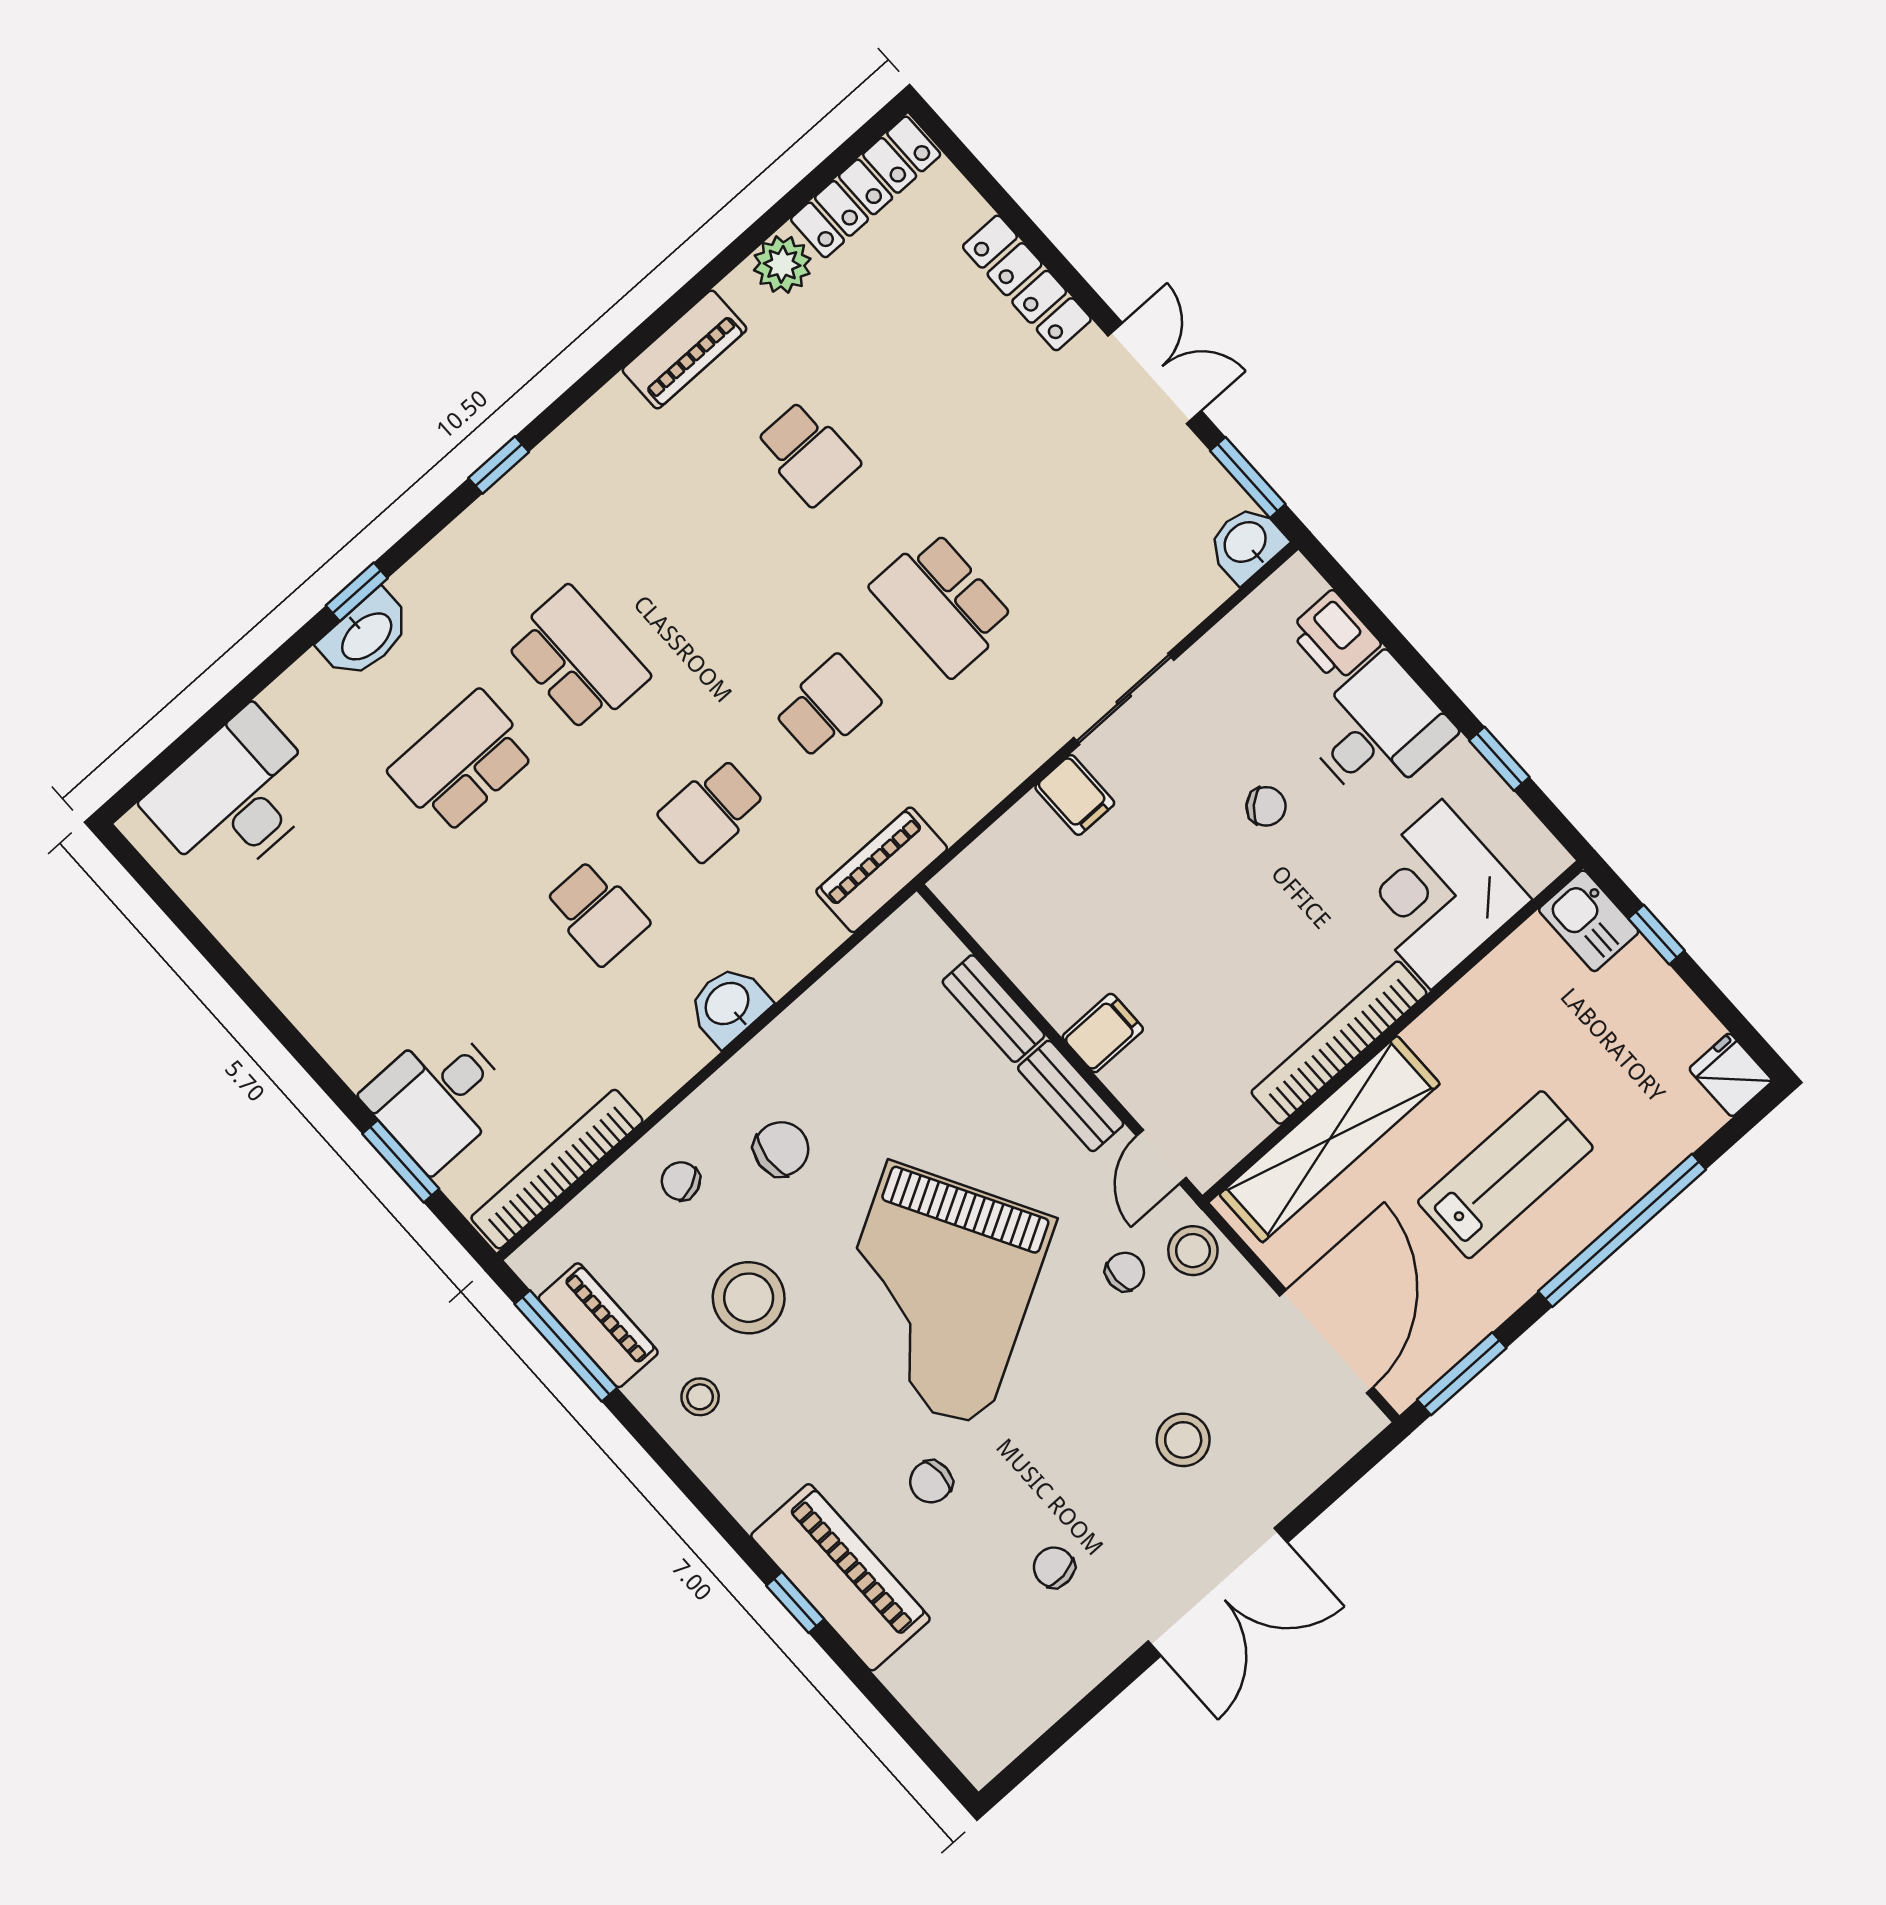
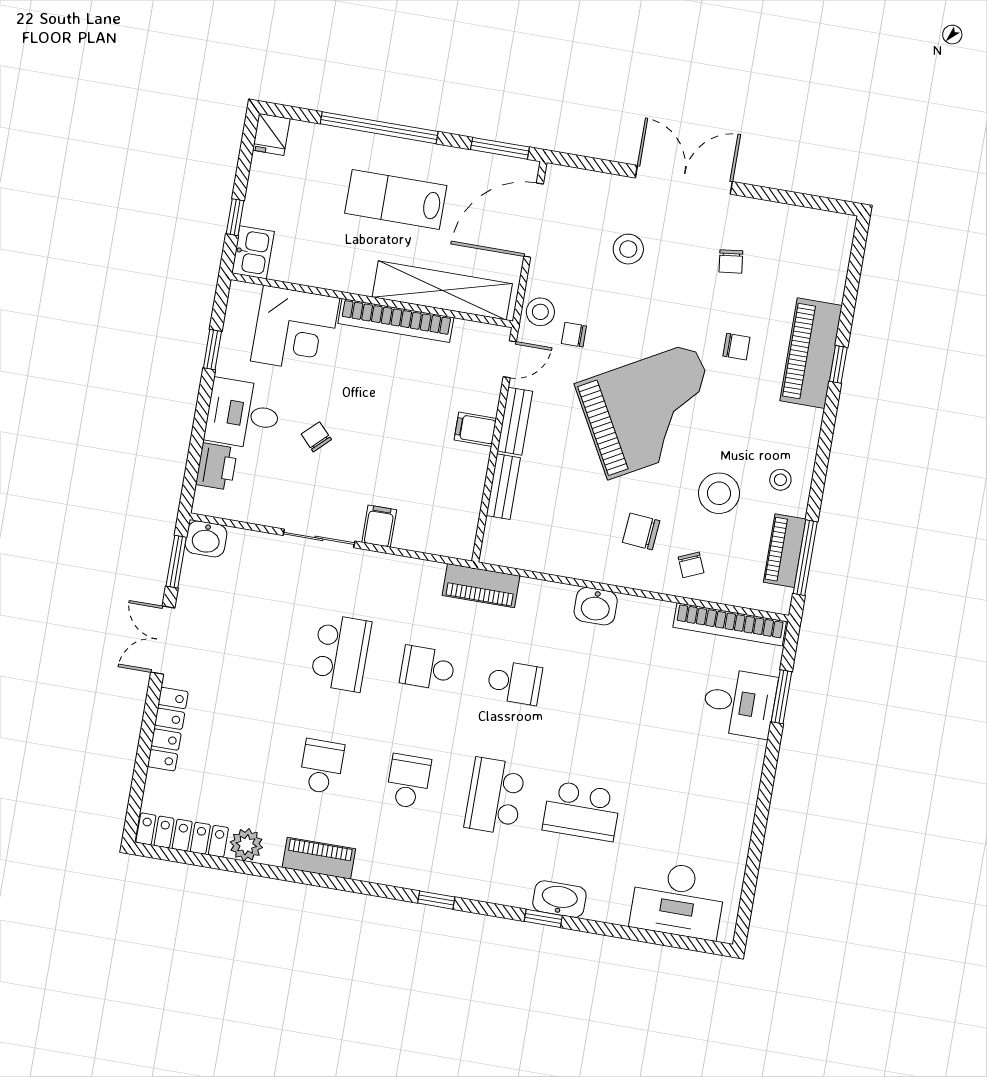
school desk: (597, 913) -> (408, 781), moved

